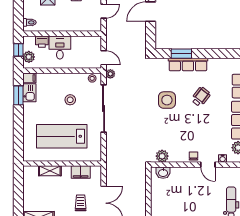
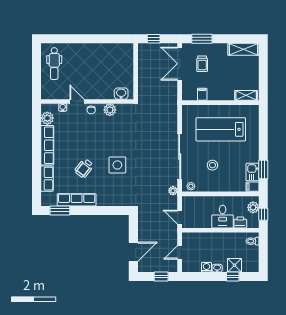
window: (181, 54) -> (60, 210), moved
door: (104, 58) -> (180, 217), moved
row of seats: (188, 65) -> (77, 200), moved
lab bench: (62, 136) -> (221, 129), turned 180
plant: (162, 156) -> (110, 110), moved
shelving: (50, 171) -> (246, 95), moved
filing cabinet: (81, 172) -> (202, 94), width x0.50

